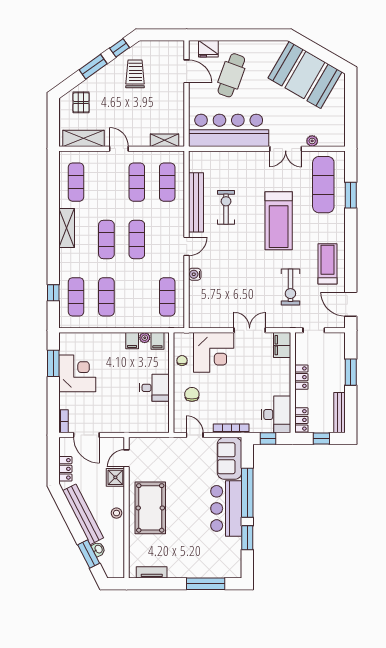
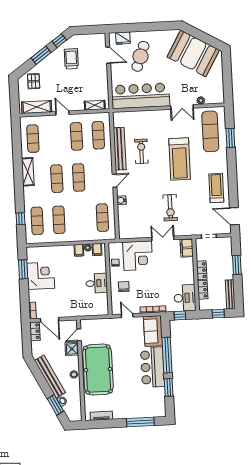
exercise bike: (290, 287) -> (170, 208), moved
locker: (301, 420) -> (203, 290), moved
locker: (65, 469) -> (35, 331), moved
pool table: (150, 508) -> (98, 370), width x1.36, depth x1.32

